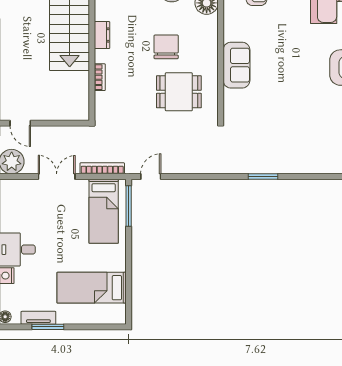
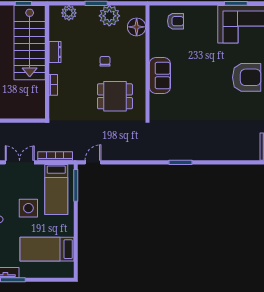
chair: (166, 47) -> (105, 61), width x0.54, depth x0.54
side table: (68, 235) -> (28, 208), added

